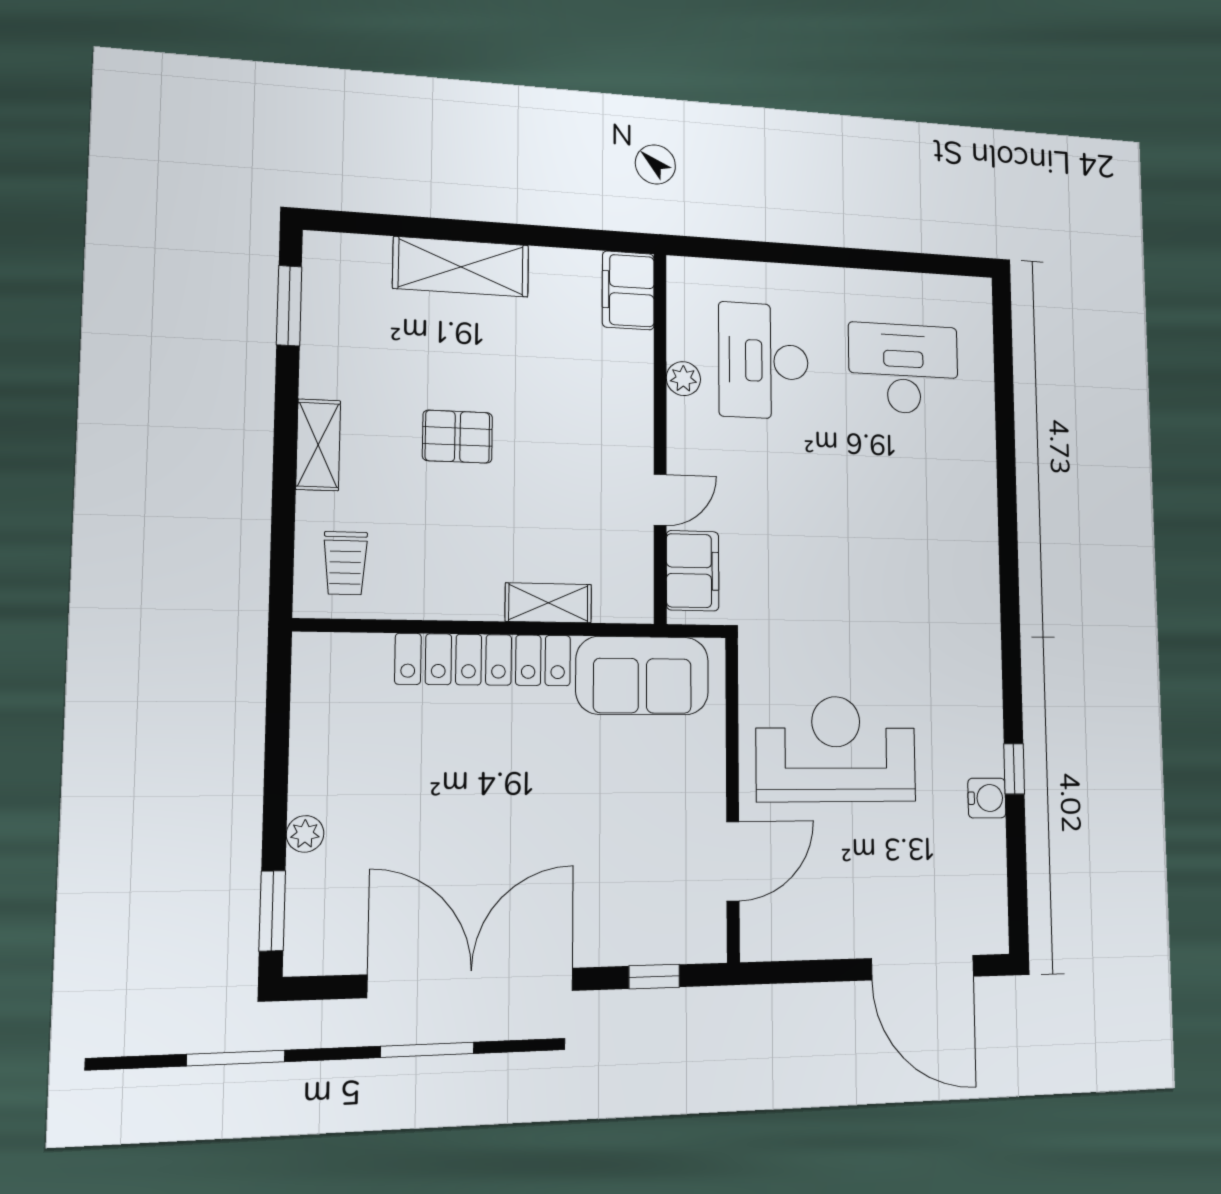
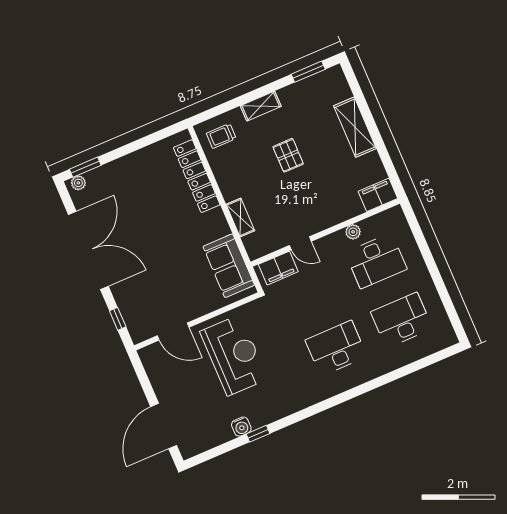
desk: (763, 361) -> (376, 261), turned 180
desk: (904, 369) -> (402, 320), turned -90
desk: (907, 527) -> (336, 348), added
locker: (484, 660) -> (197, 176), moved
plant: (305, 834) -> (78, 183), moved

